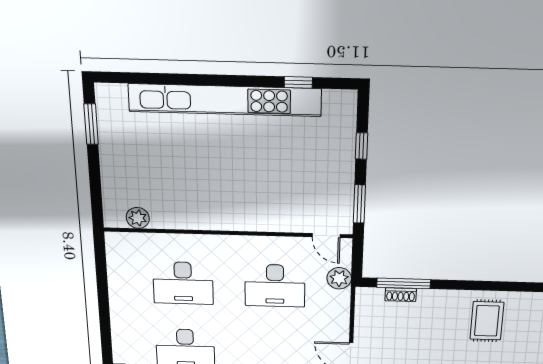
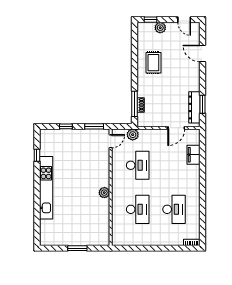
kitchen unit: (225, 100) -> (46, 188), width x0.73
window: (91, 124) -> (77, 248), moved
plant: (138, 218) -> (104, 193), moved
rug: (487, 321) -> (153, 63), turned 90

